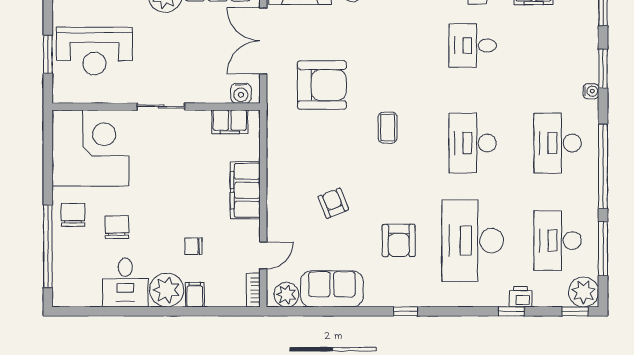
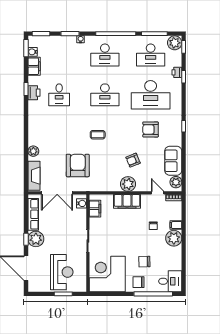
plant: (282, 192) -> (128, 184), added
armchair: (399, 240) -> (151, 129), turned 180
desk: (125, 282) -> (170, 281), moved

